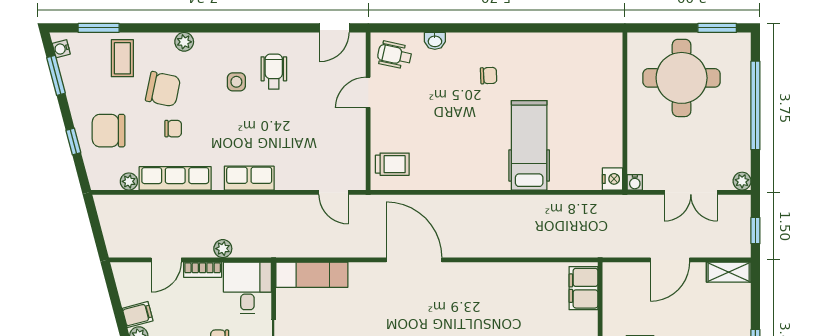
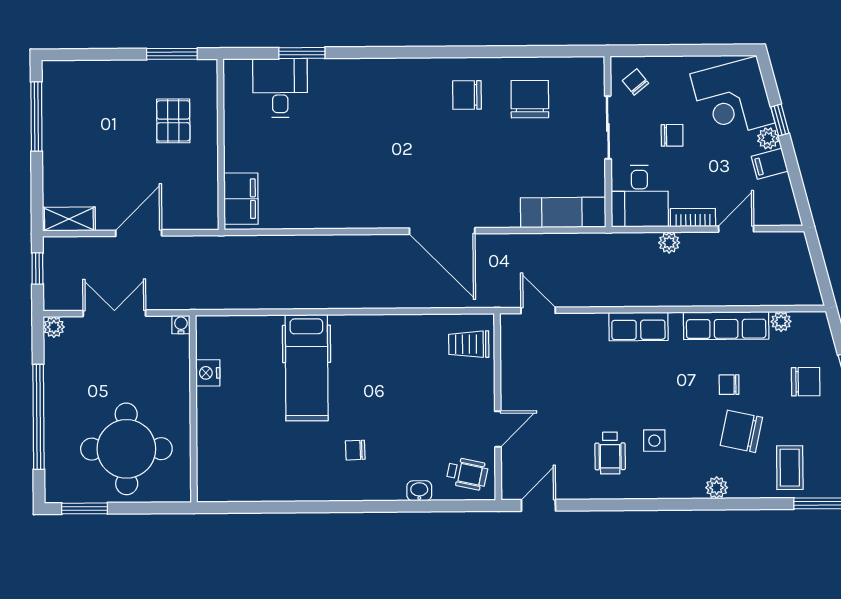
chair: (108, 131) -> (806, 382), width x0.73, depth x0.73
nightstand: (612, 179) -> (208, 373), moved

